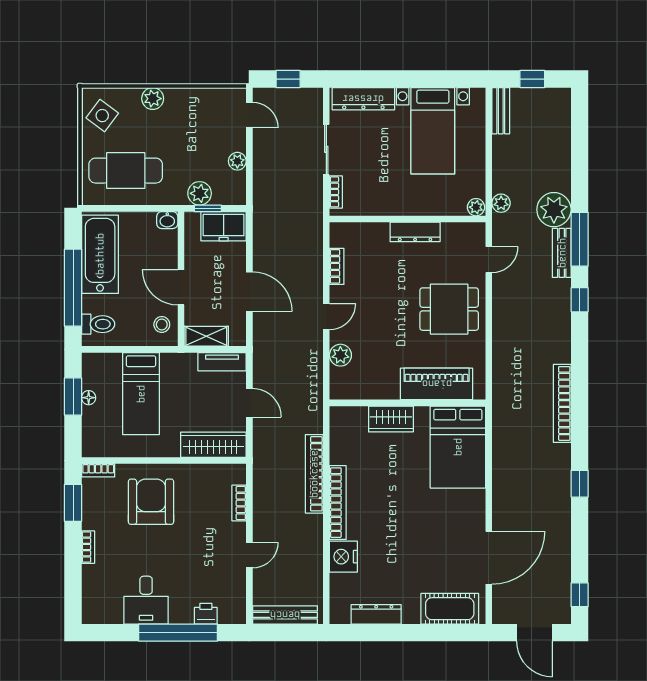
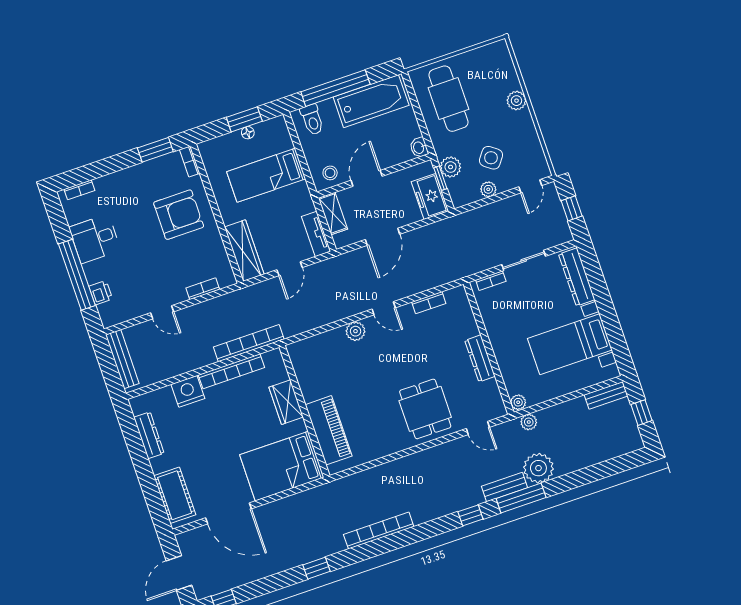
side table: (102, 116) -> (491, 158), moved
piano: (437, 384) -> (329, 430), moved
wall: (408, 403) -> (304, 411), moved
wardrobe: (391, 419) -> (286, 402), moved
bed: (458, 447) -> (282, 466), moved
bookcase: (88, 547) -> (79, 190), moved

